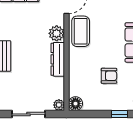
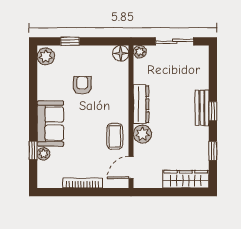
coffee table: (81, 31) -> (115, 136), width x0.73, depth x0.77
armchair: (109, 76) -> (82, 85), turned 90

